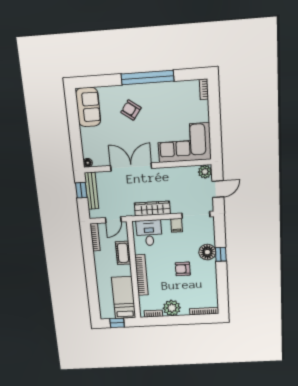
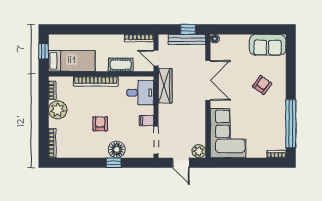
window: (148, 77) -> (291, 124), moved
wardrobe: (152, 209) -> (165, 86), moved

